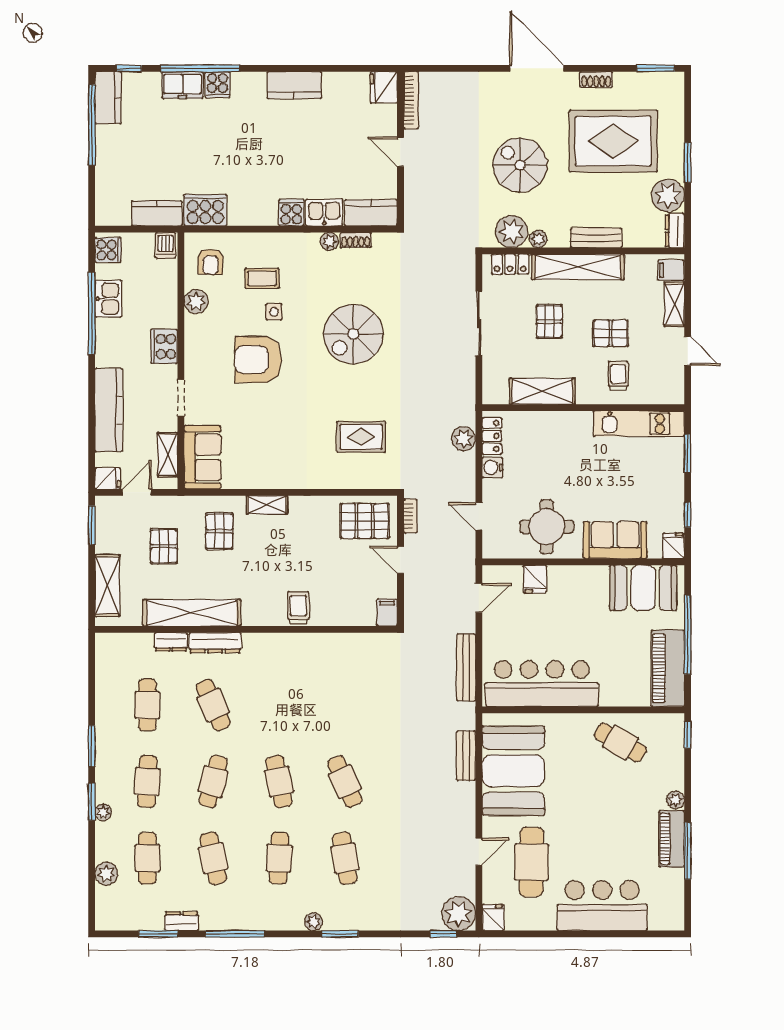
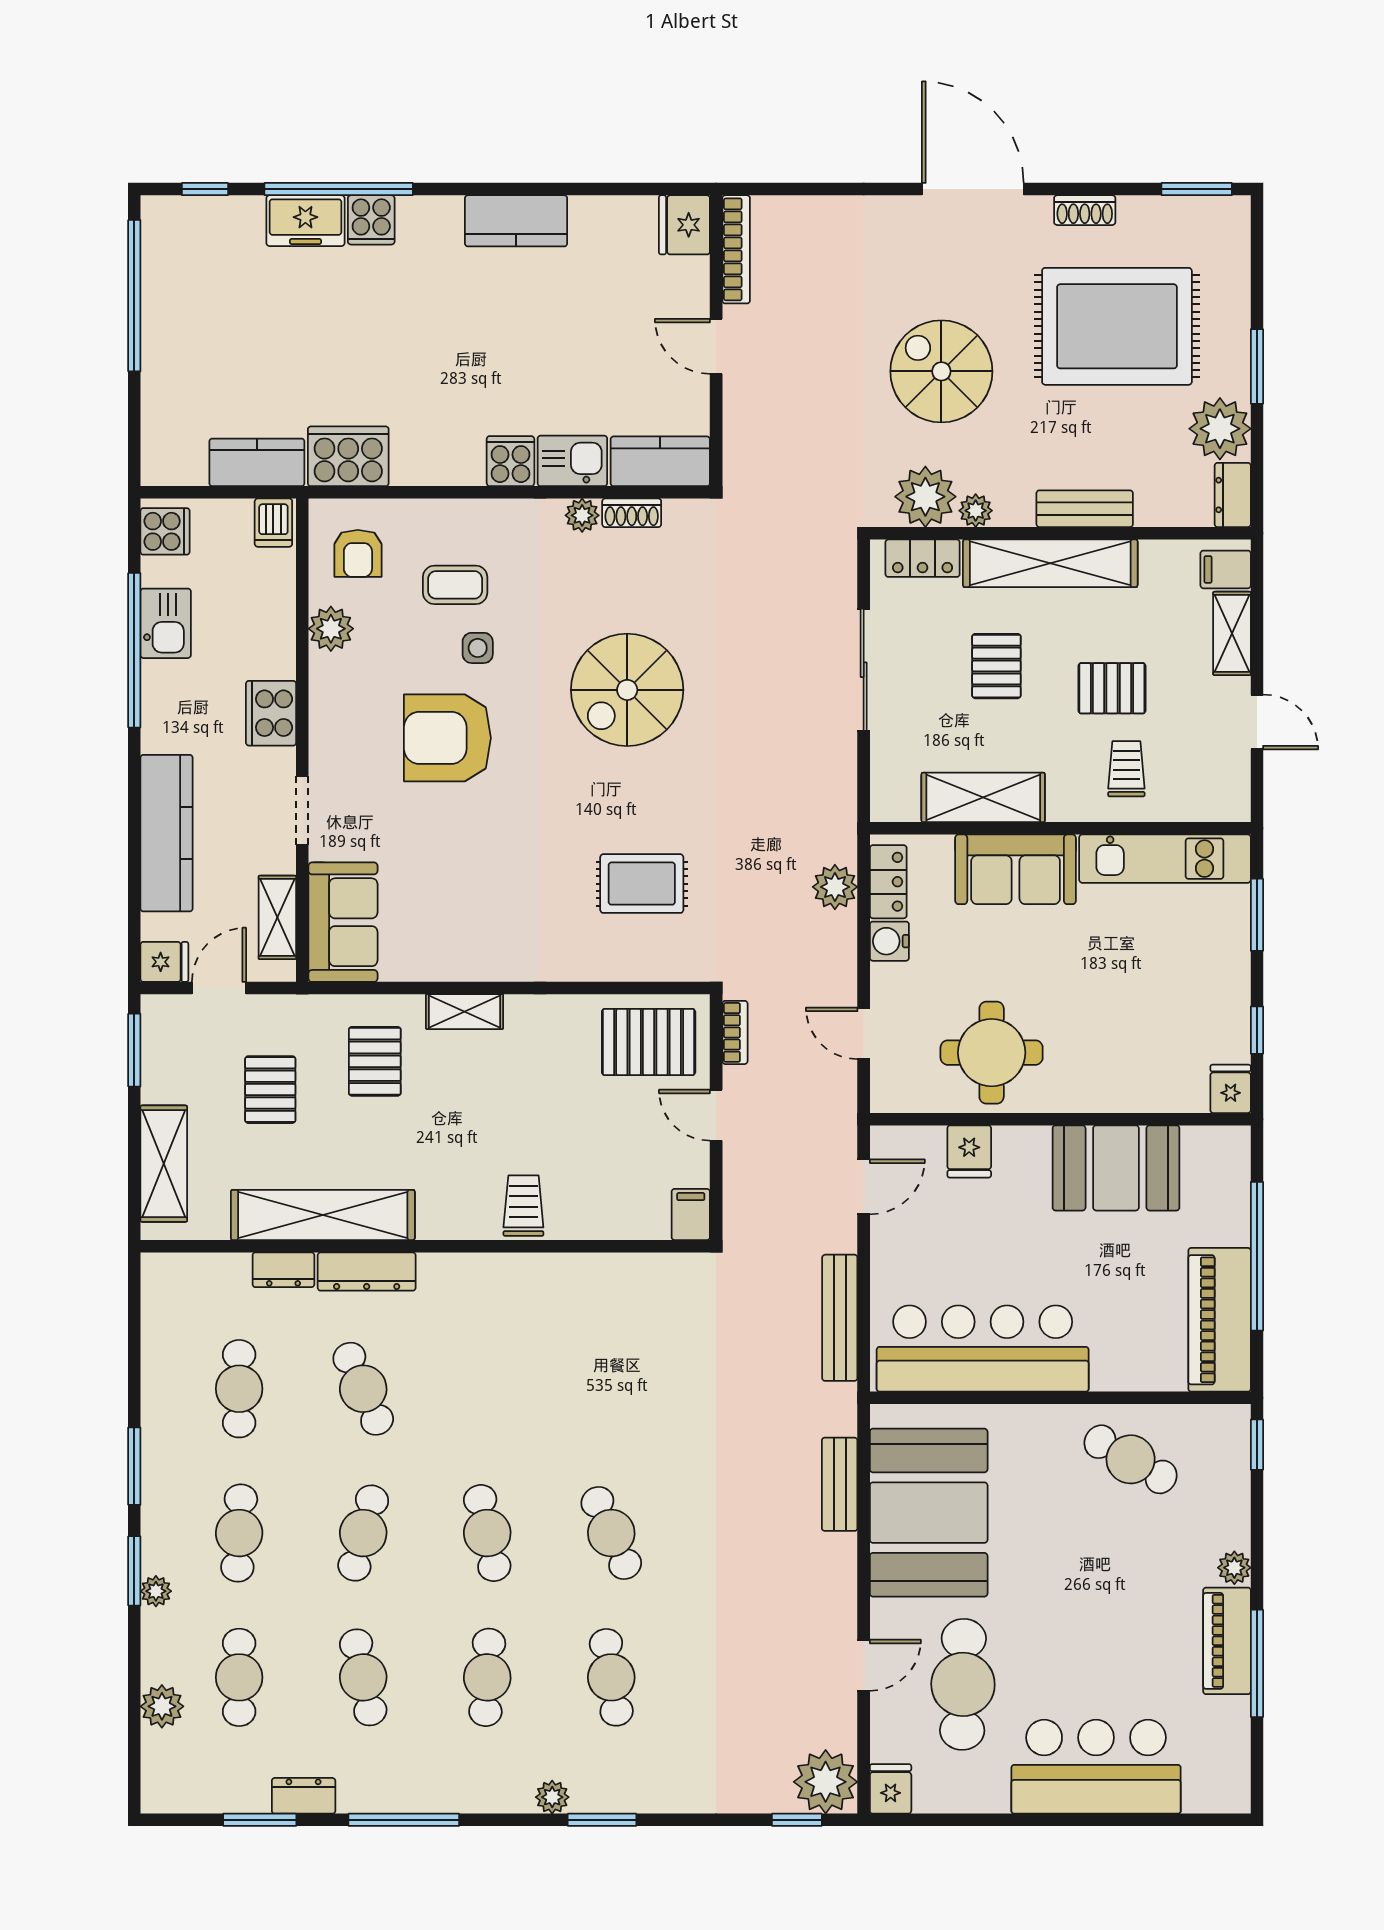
kitchen counter: (108, 98) -> (165, 245), removed
sofa: (615, 540) -> (1016, 869), moved, turned 180
booth: (643, 588) -> (1116, 1168), moved

